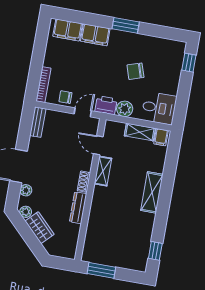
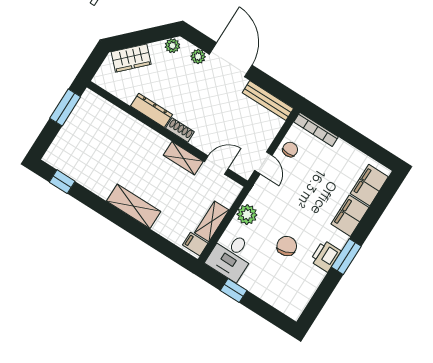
window: (189, 63) -> (234, 290), moved
printer: (106, 105) -> (325, 256), moved, turned 180
bench: (38, 122) -> (268, 101), width x1.36
wardrobe: (40, 228) -> (131, 58), moved

